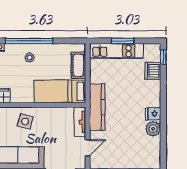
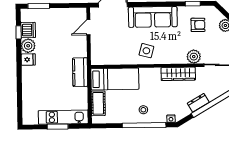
window: (163, 57) -> (19, 32), moved
dishwasher: (153, 71) -> (28, 30), moved
kitchen counter: (97, 107) -> (80, 72), width x0.67
tv unit: (80, 122) -> (96, 51), removed

